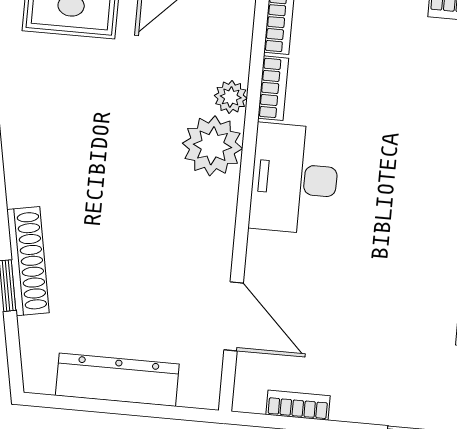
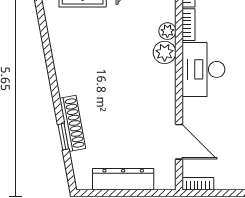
plant: (212, 146) -> (165, 52), width x0.73, depth x0.73
bookcase: (298, 405) -> (198, 184), moved

